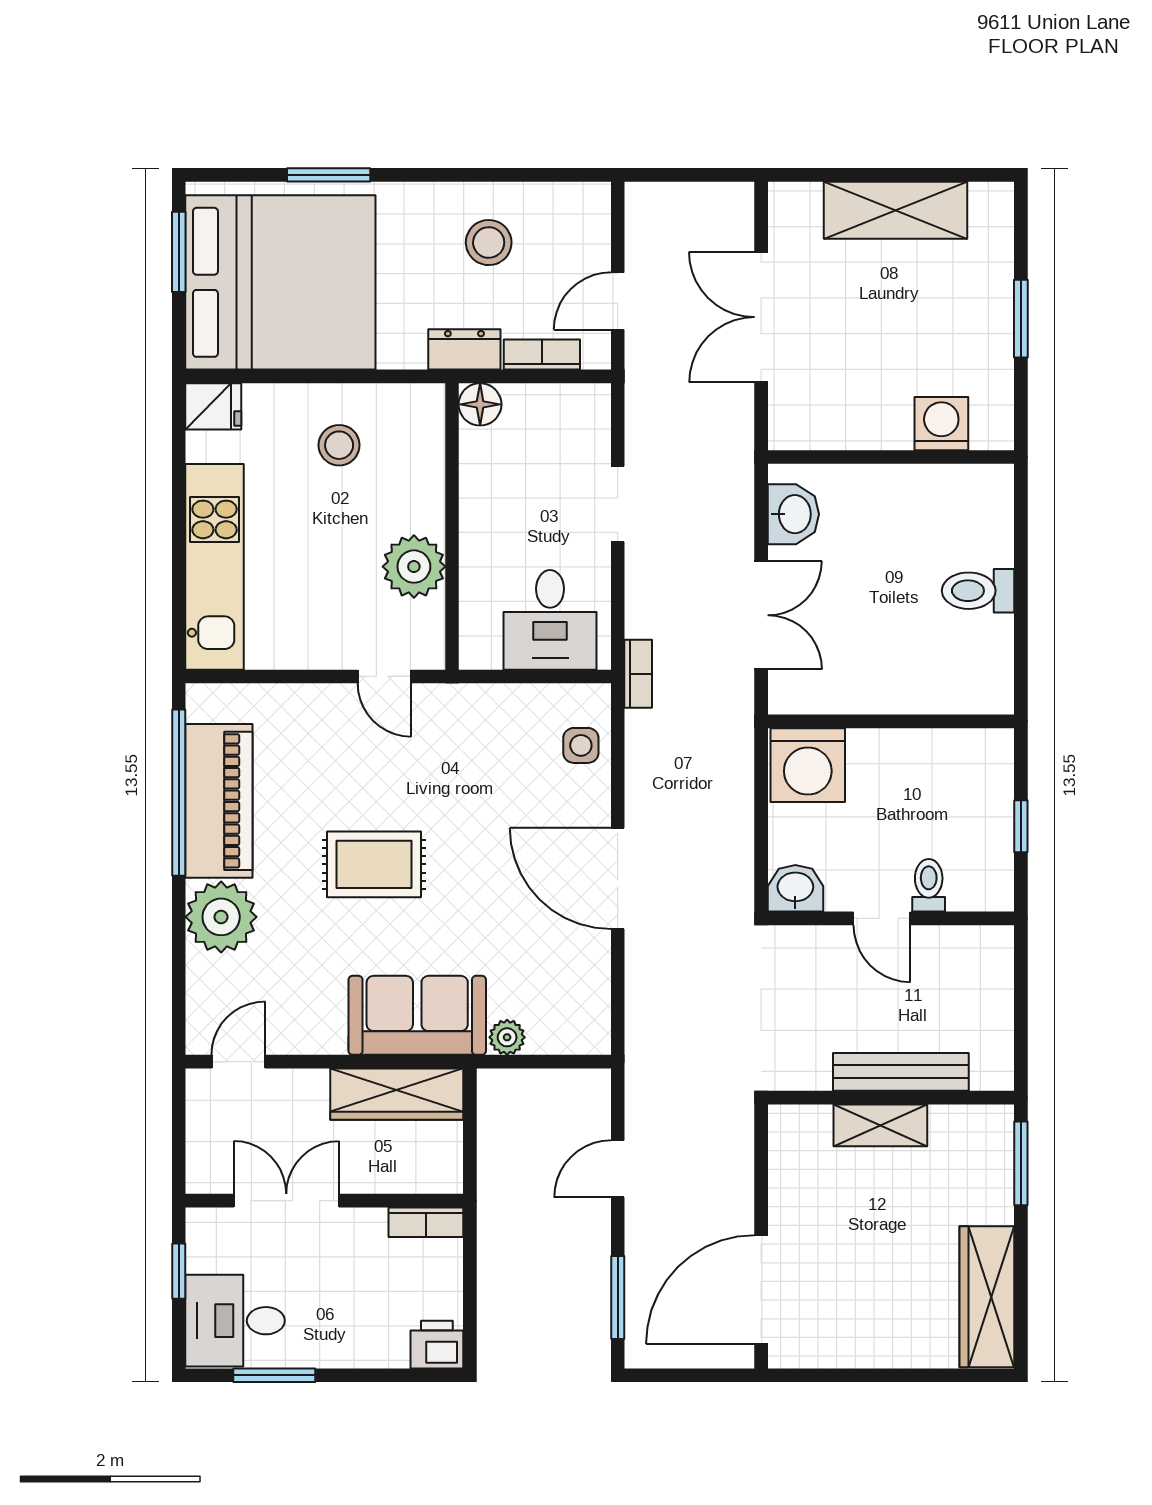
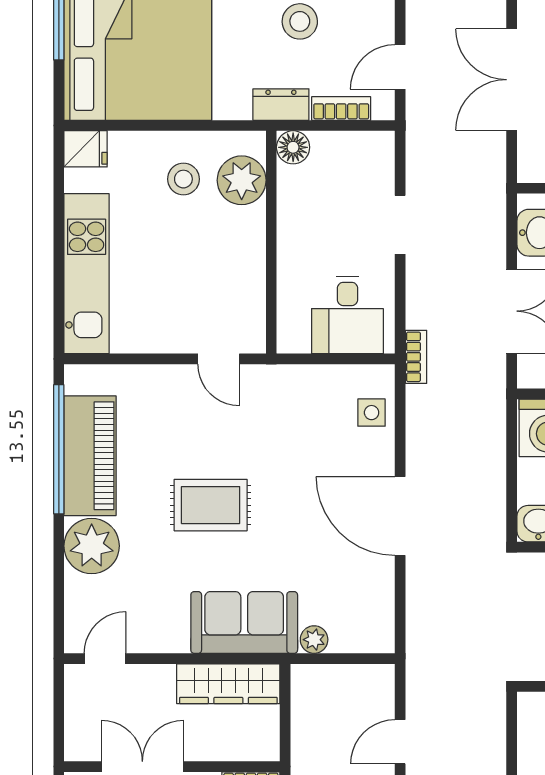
plant: (414, 567) -> (242, 180), moved

